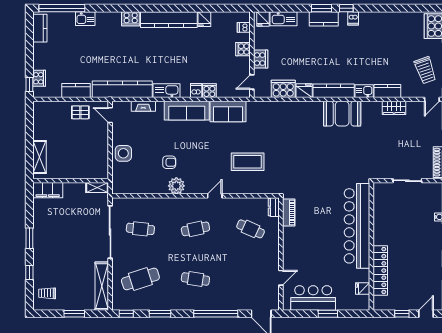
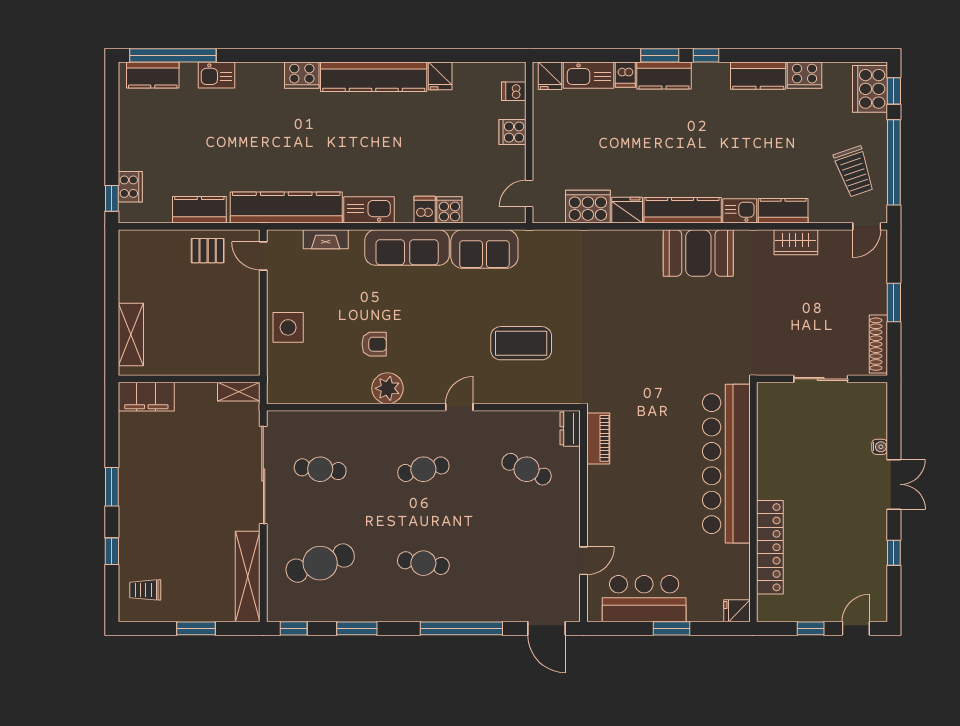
dishwasher: (353, 18) -> (625, 75), moved
kitchen counter: (374, 19) -> (758, 76), added
kitchen counter: (40, 28) -> (153, 75), moved, turned 90
cooker: (261, 59) -> (805, 75), moved, turned 90
fridge: (363, 288) -> (737, 611), moved

